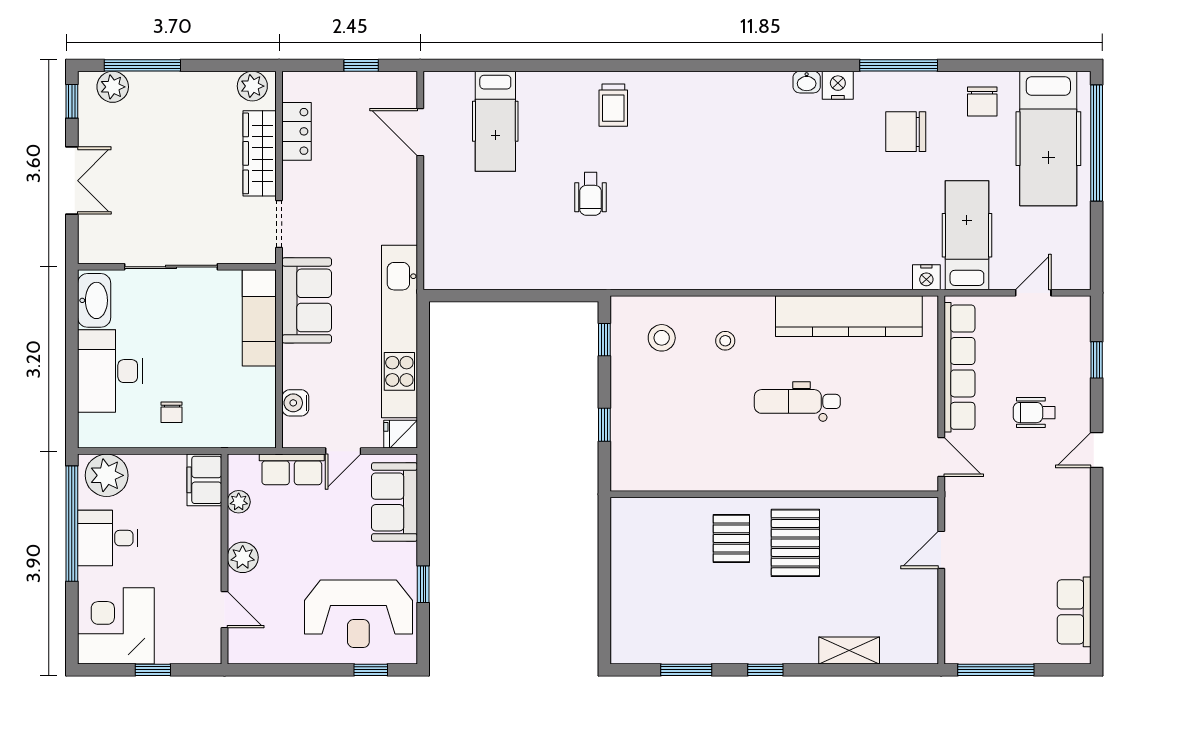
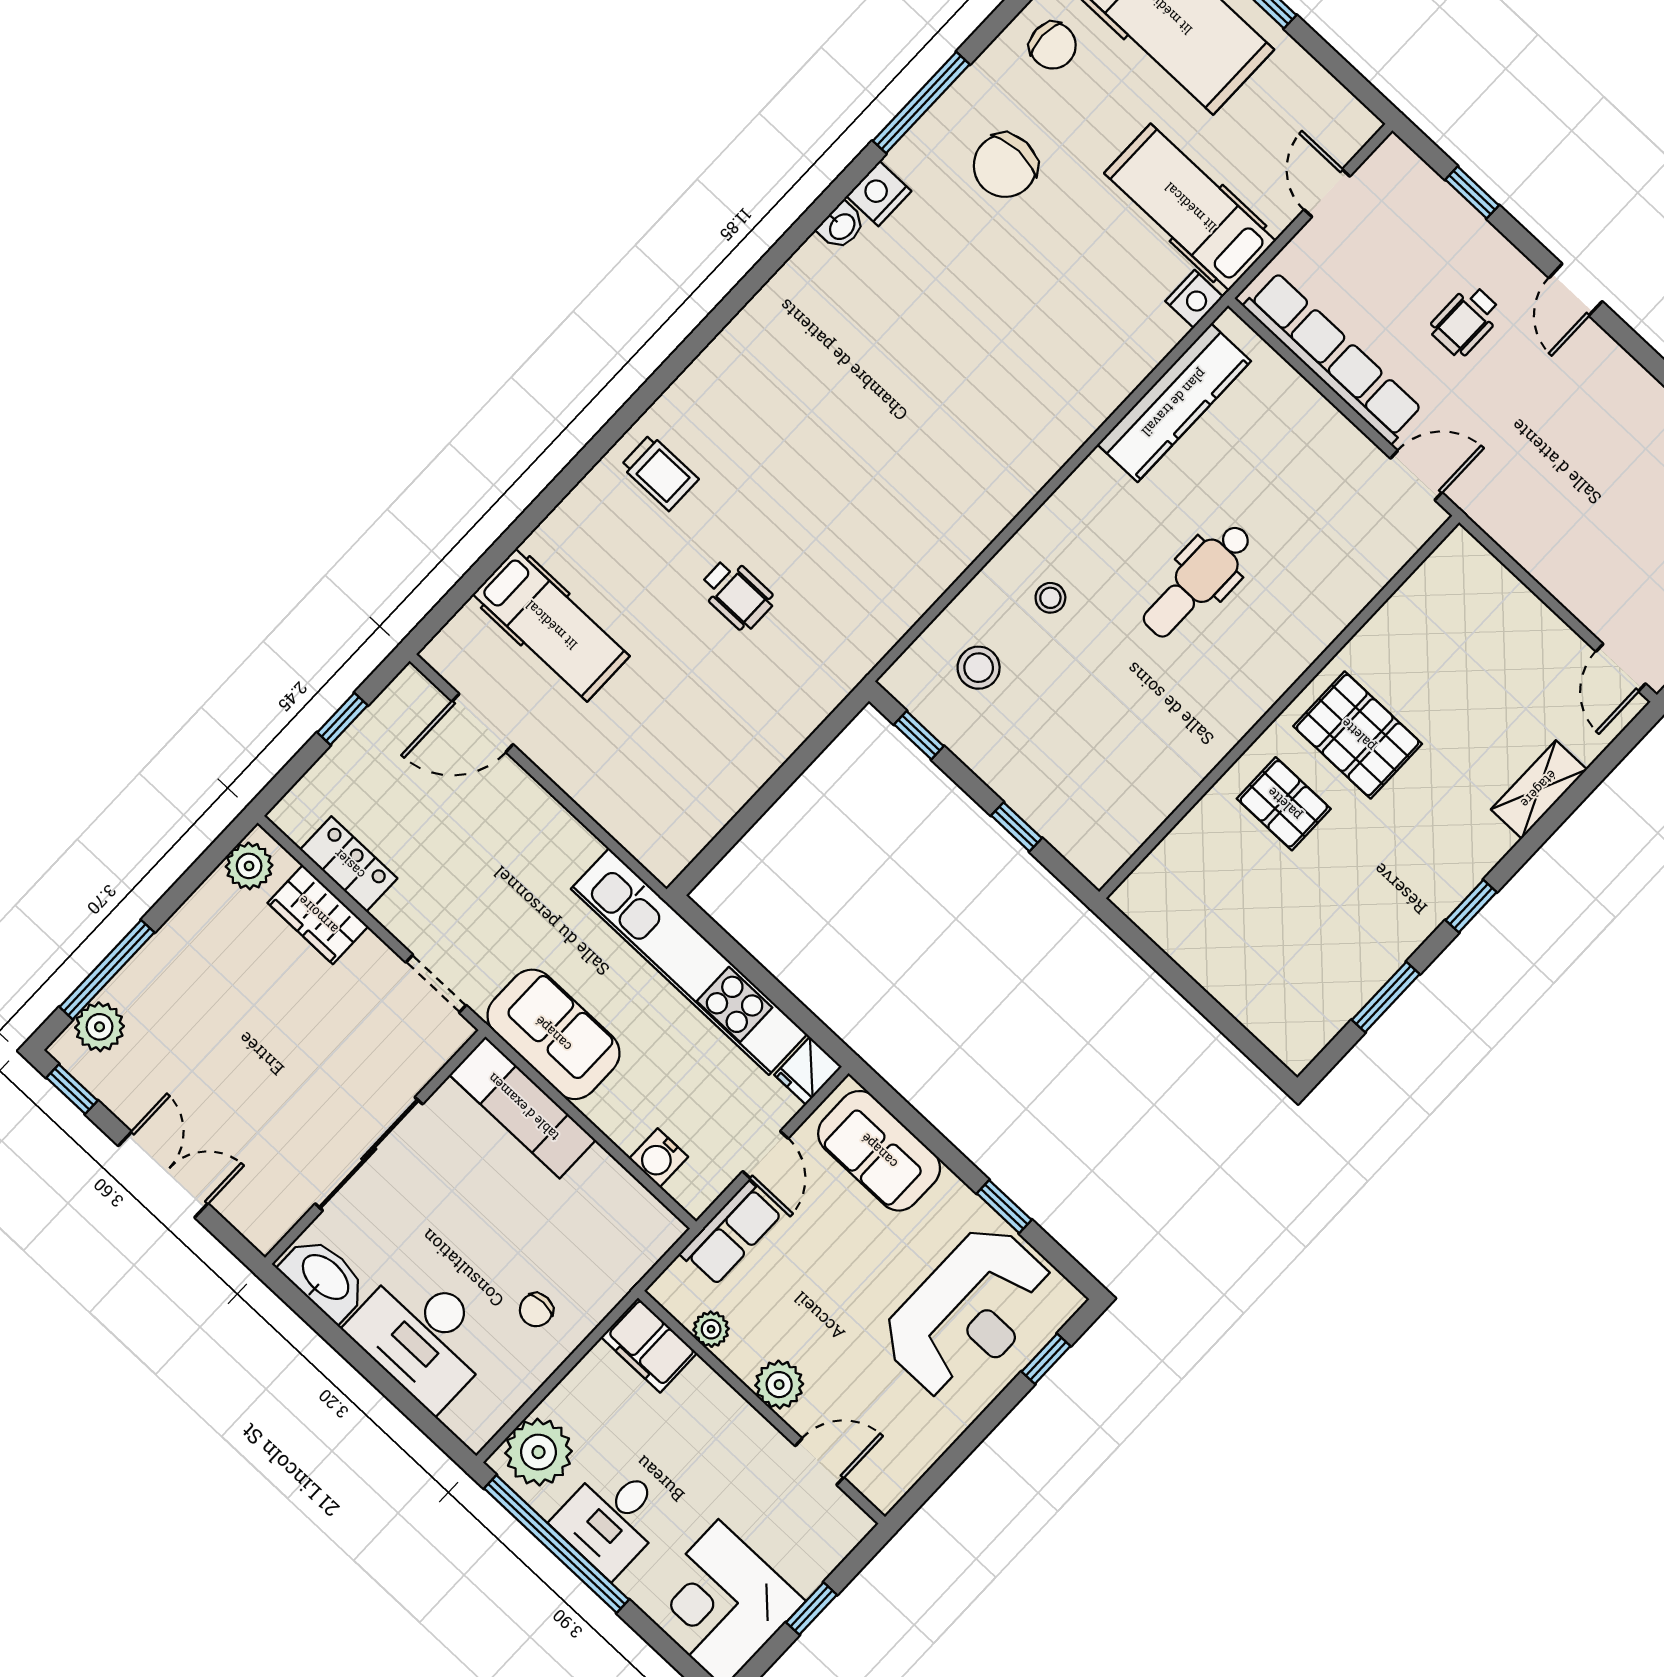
wardrobe: (260, 153) -> (318, 915), width x0.67
kitchen counter: (849, 316) -> (1174, 403), width x0.72, depth x0.86
chair: (172, 412) -> (536, 1310), turned 90
door: (941, 550) -> (1621, 668), moved

